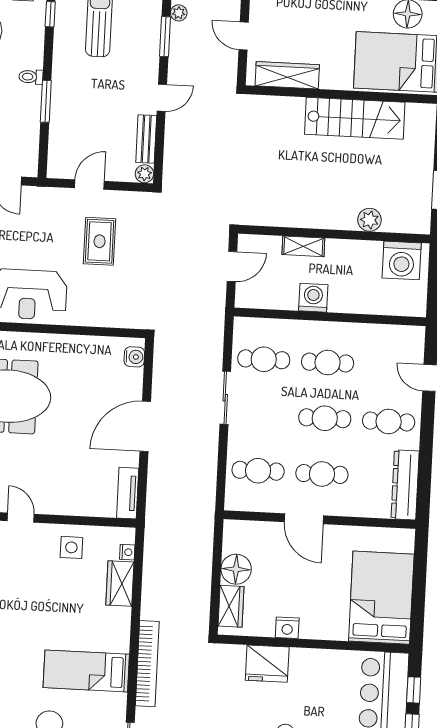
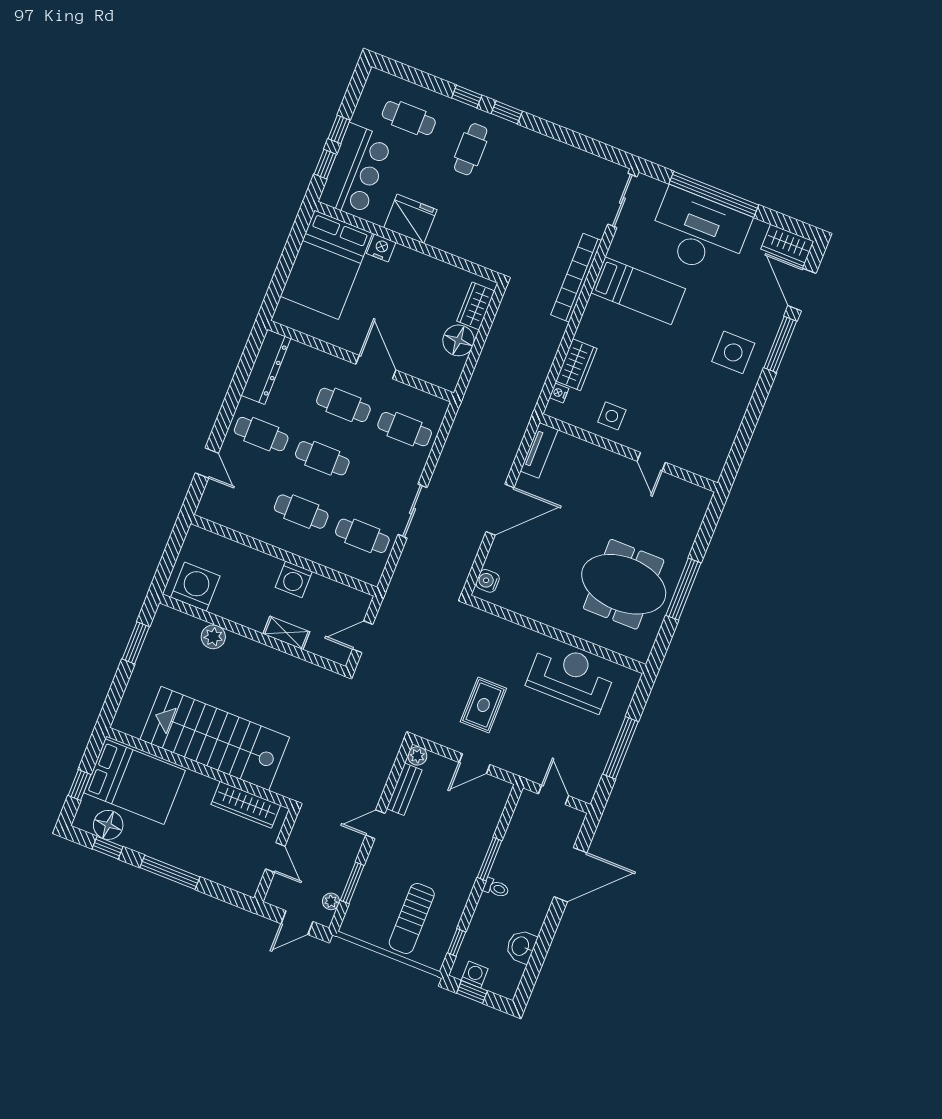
stairs: (355, 118) -> (215, 738), width x1.36, depth x1.51
nightstand: (287, 628) -> (381, 248), moved
fridge: (267, 664) -> (410, 219), moved

